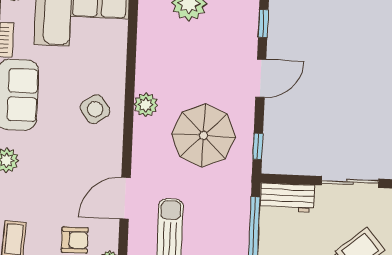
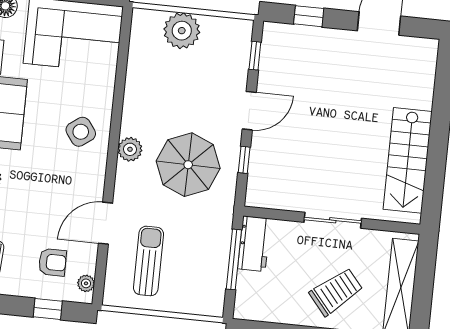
plant: (146, 105) -> (130, 149), moved
window: (258, 146) -> (244, 160), moved
workbench: (287, 198) -> (254, 244), moved, turned -90

